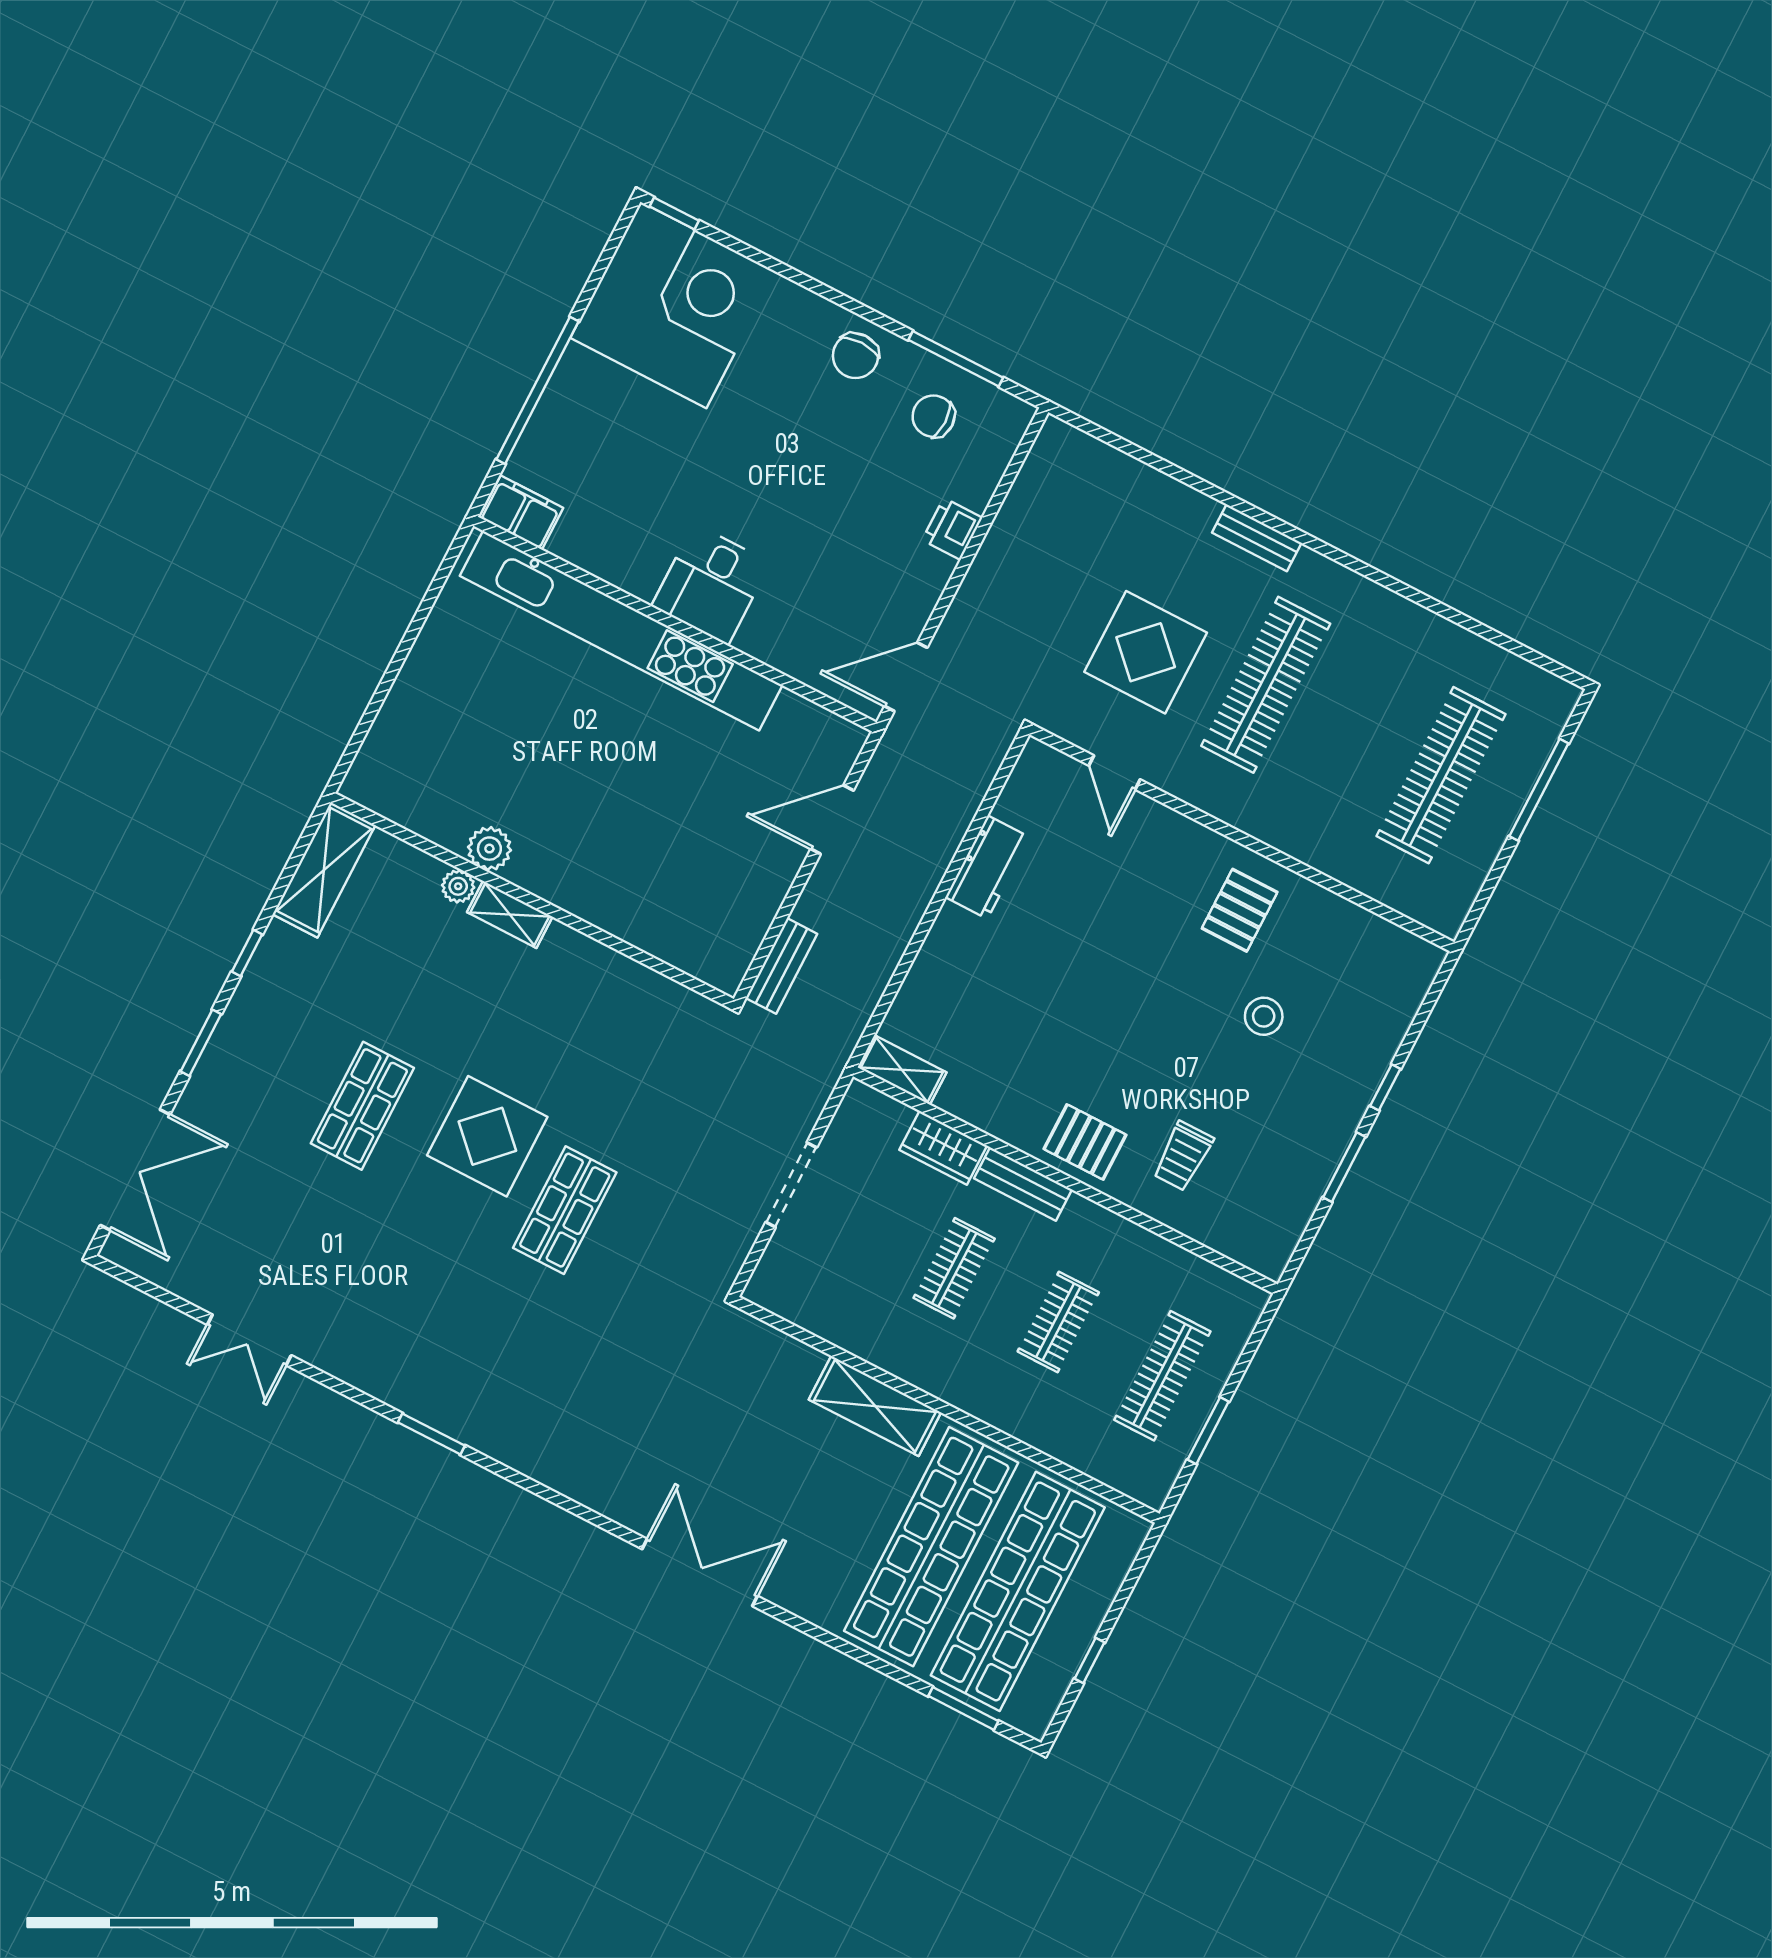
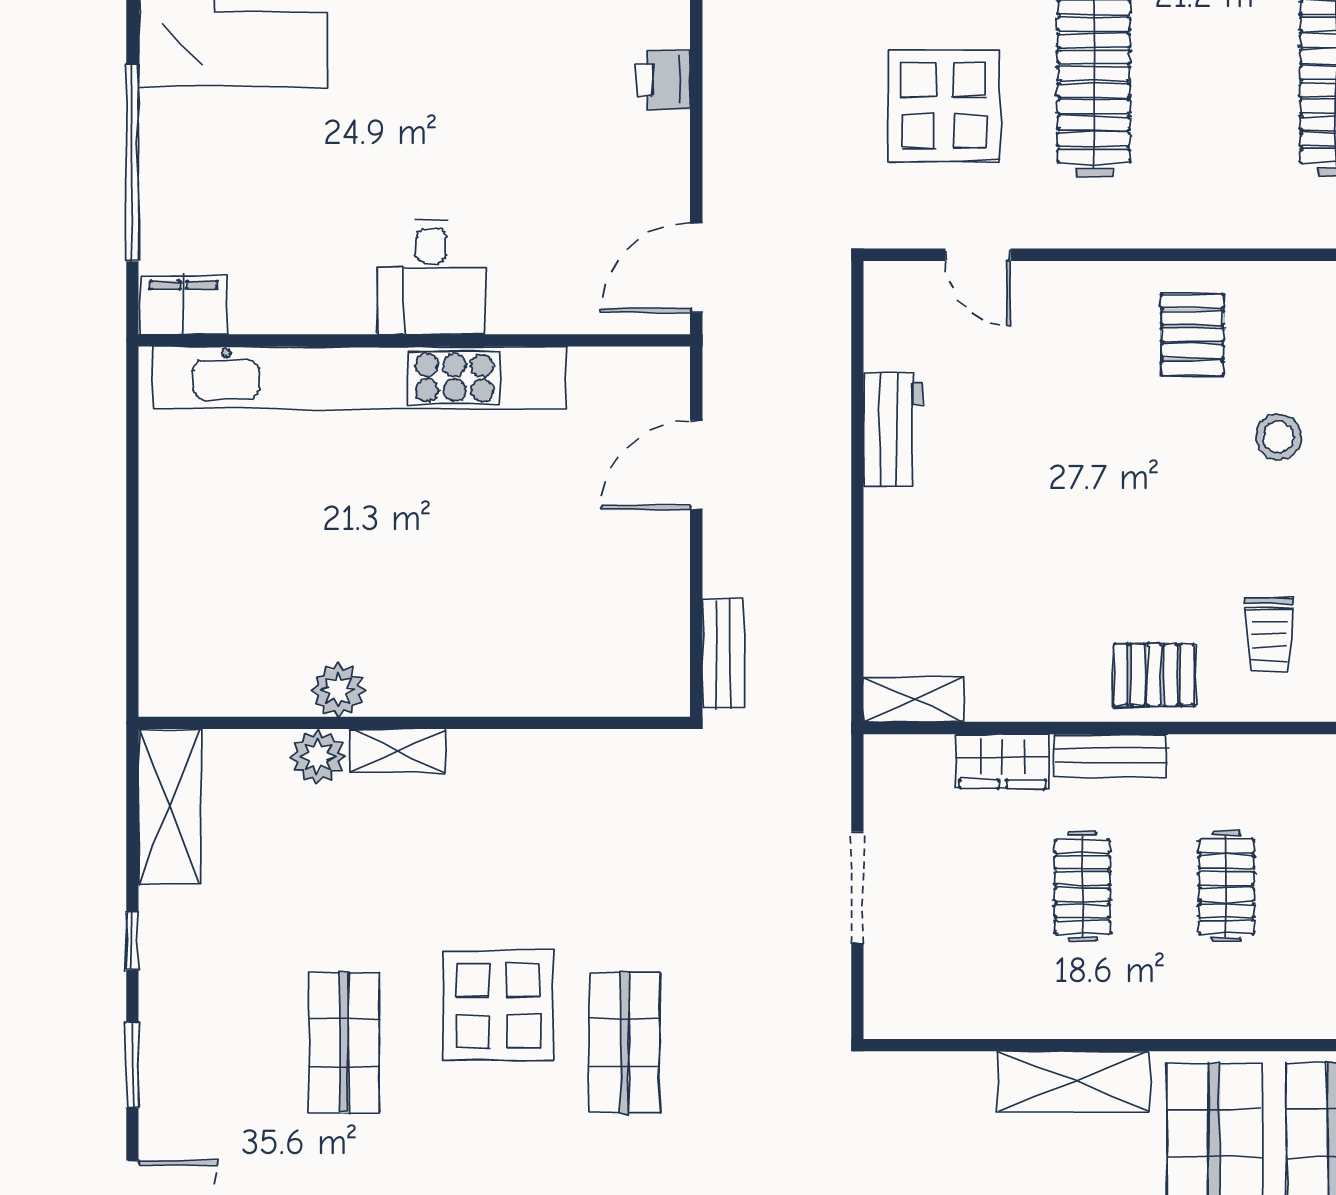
plant: (458, 886) -> (318, 757), width x1.38, depth x1.38

